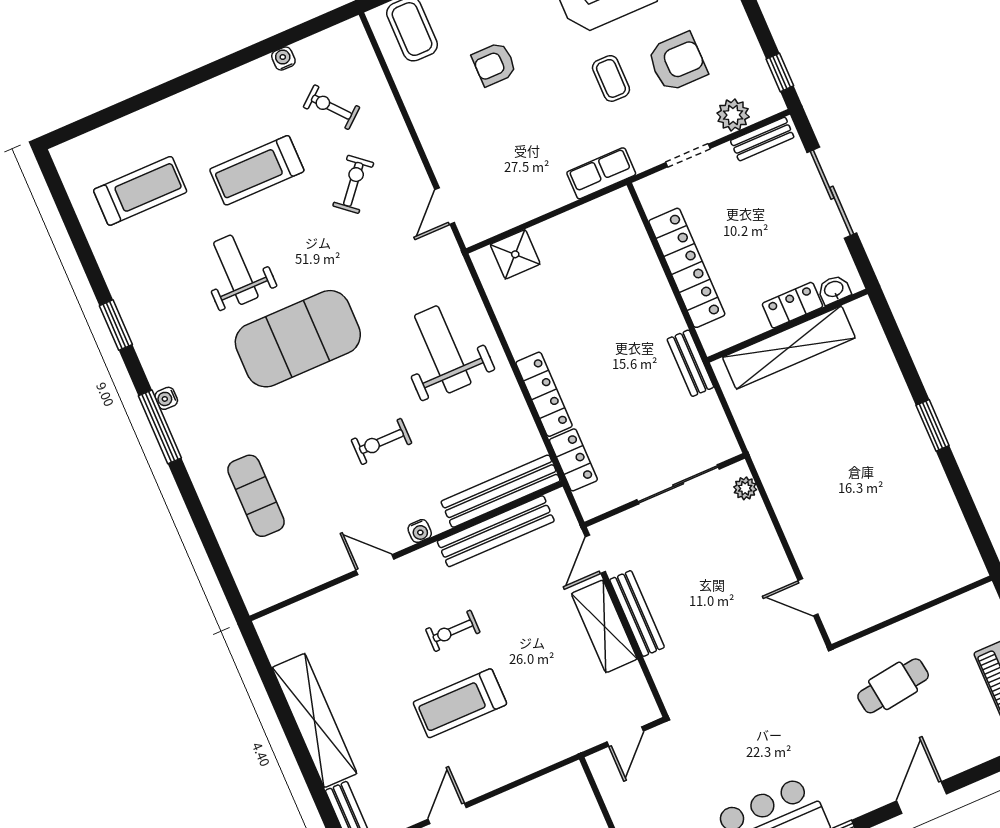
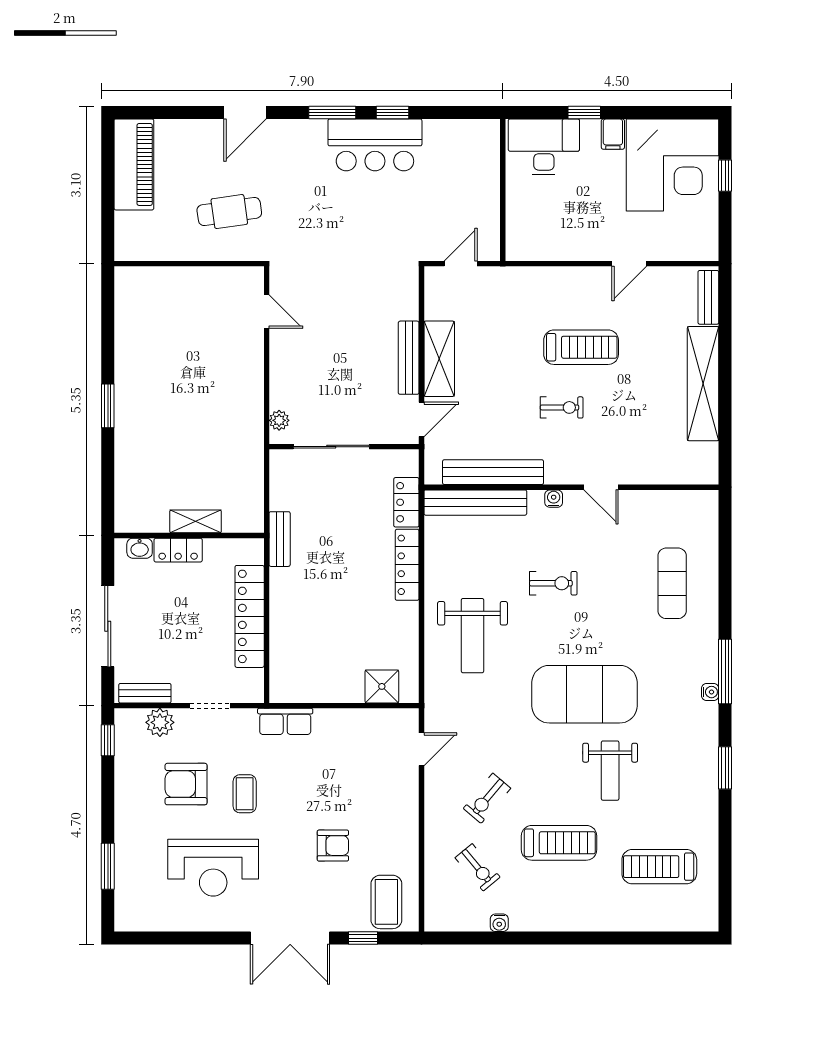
shelving: (789, 348) -> (196, 521), width x0.45, depth x0.75

